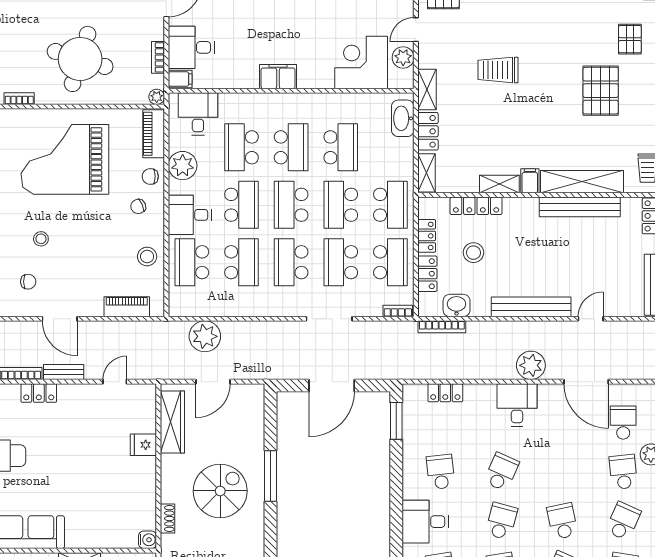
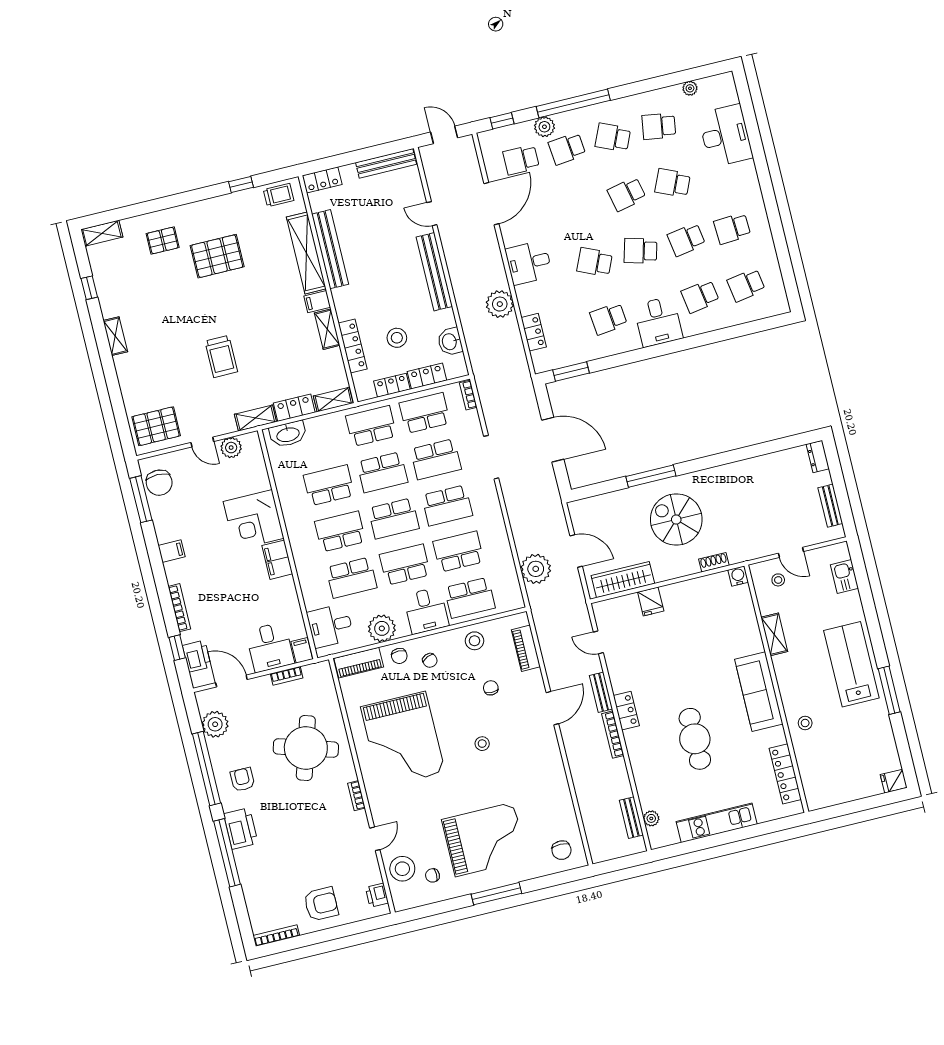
corner desk: (361, 62) -> (254, 520), moved
plant: (157, 97) -> (324, 668), removed
chair: (28, 282) -> (491, 688), moved
bookcase: (442, 327) -> (473, 350), removed
plant: (531, 365) -> (500, 304), moved

